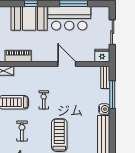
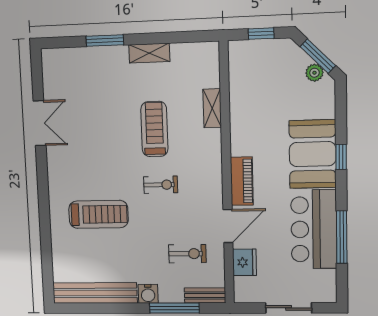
fridge: (102, 55) -> (244, 262), moved
piano: (18, 56) -> (242, 181), moved
exercise bike: (22, 131) -> (187, 254), moved

